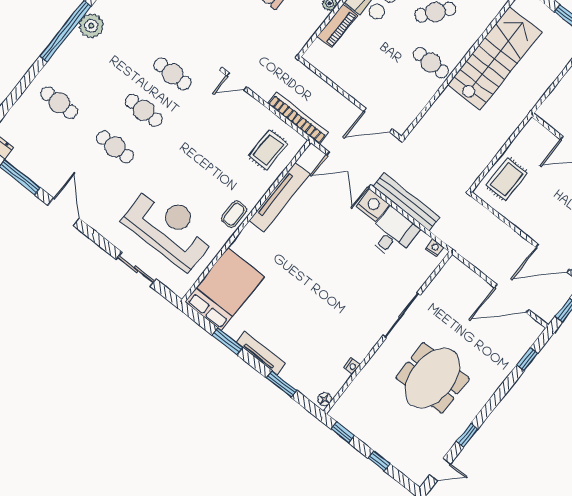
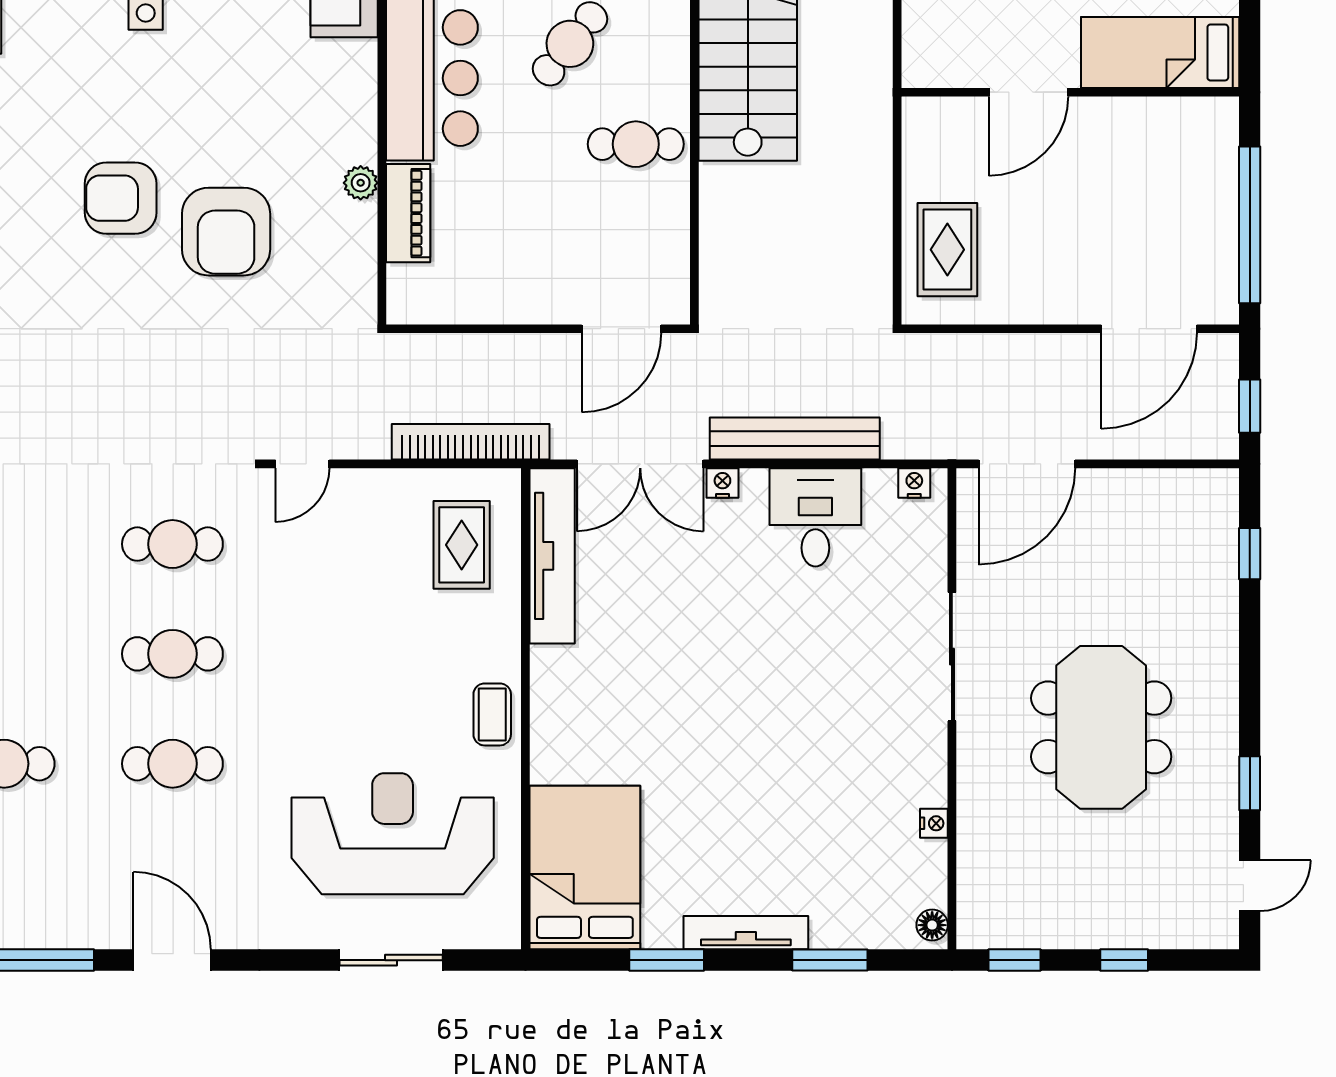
tv unit: (279, 197) -> (552, 556), moved
nightstand: (372, 205) -> (722, 483), width x0.53, depth x0.56
door: (512, 299) -> (1027, 464), moved

